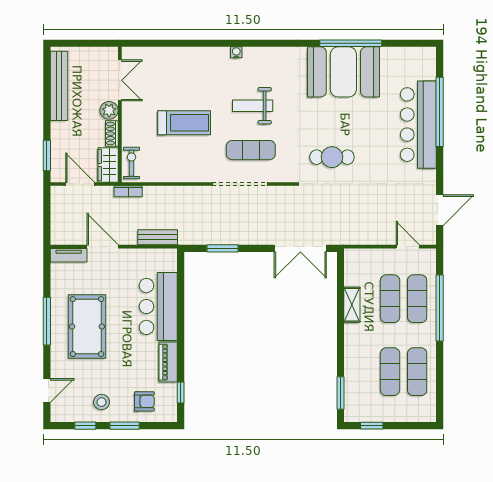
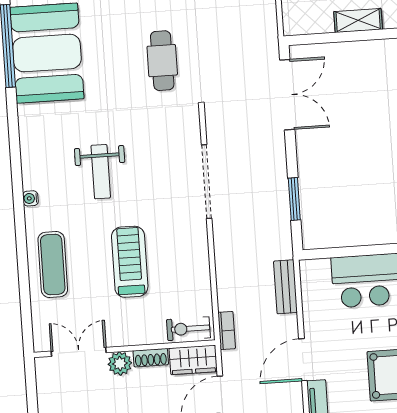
exercise mat: (251, 150) -> (53, 264), moved

